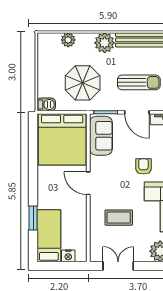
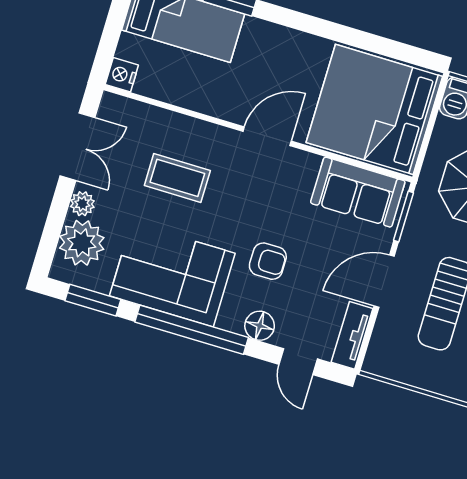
coffee table: (119, 218) -> (177, 178), turned 90
nightstand: (68, 256) -> (122, 75), moved
plant: (143, 256) -> (82, 204), added

